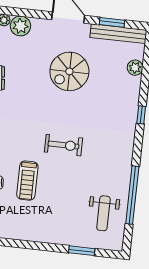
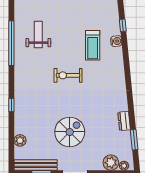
treadmill: (27, 181) -> (93, 45), turned 180
weight bench: (103, 213) -> (38, 35), moved

